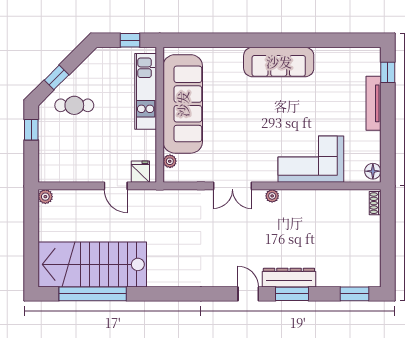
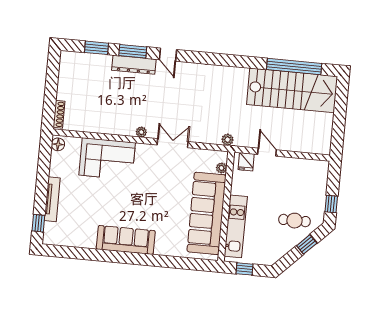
plant: (45, 197) -> (228, 140), moved
shoe rack: (375, 203) -> (59, 114), width x1.43
window: (354, 294) -> (96, 48), moved

